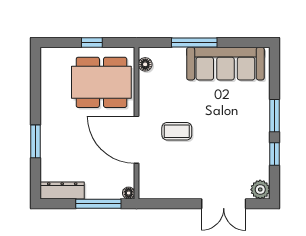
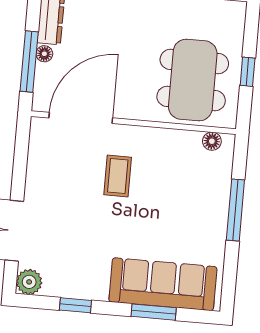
sofa: (225, 64) -> (163, 284), moved, turned 90
window: (274, 116) -> (154, 312), moved
door: (136, 140) -> (81, 118), moved
floor lamp: (129, 193) -> (44, 54), moved

